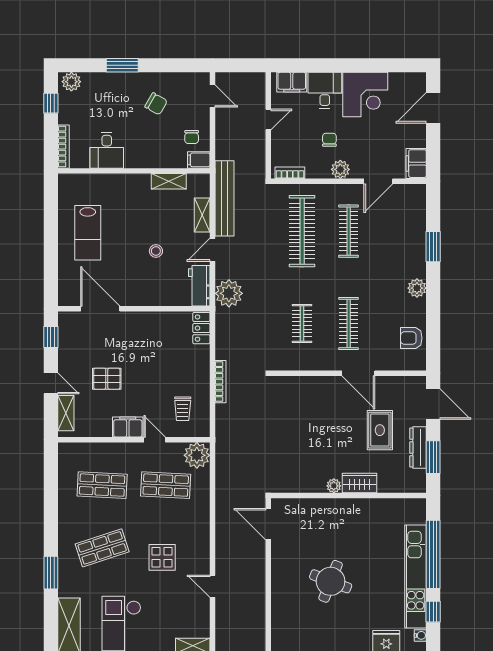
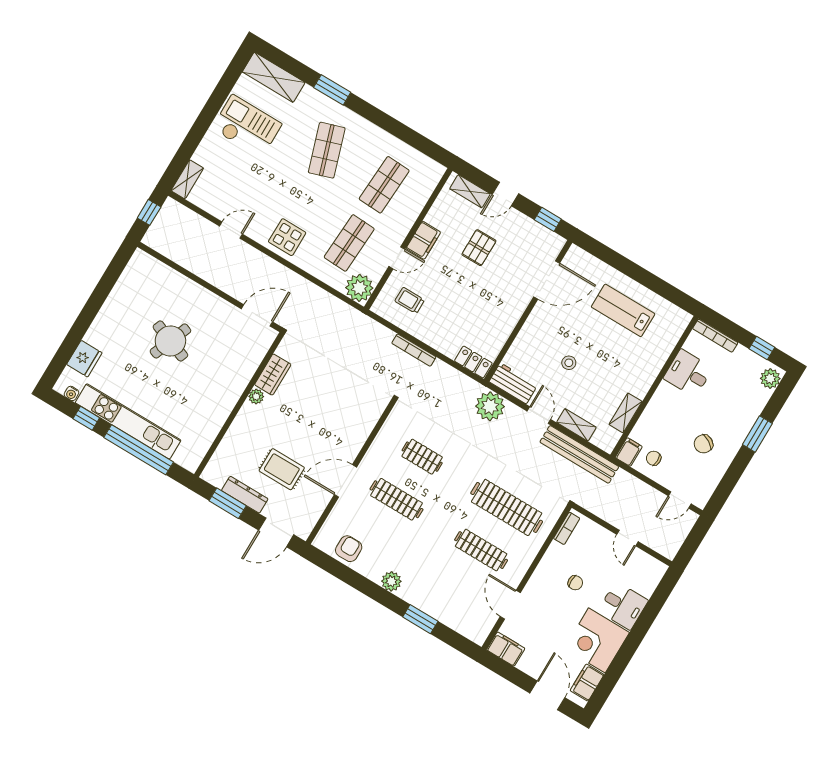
filing cabinet: (292, 82) -> (587, 683), moved
plant: (340, 169) -> (542, 576), removed
wardrobe: (359, 483) -> (273, 375), moved
display table: (162, 557) -> (287, 237), moved

